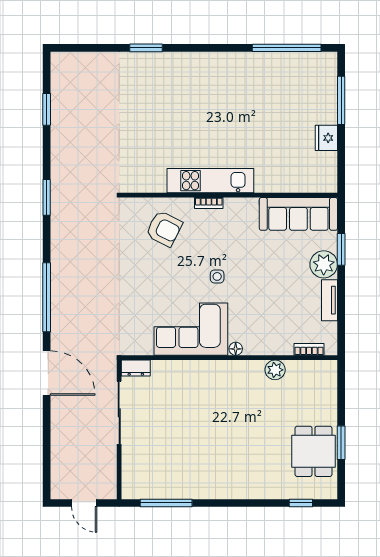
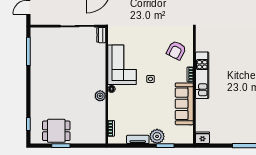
fridge: (326, 138) -> (202, 138), moved
sofa: (298, 214) -> (184, 104), moved
plant: (275, 370) -> (100, 96), moved

